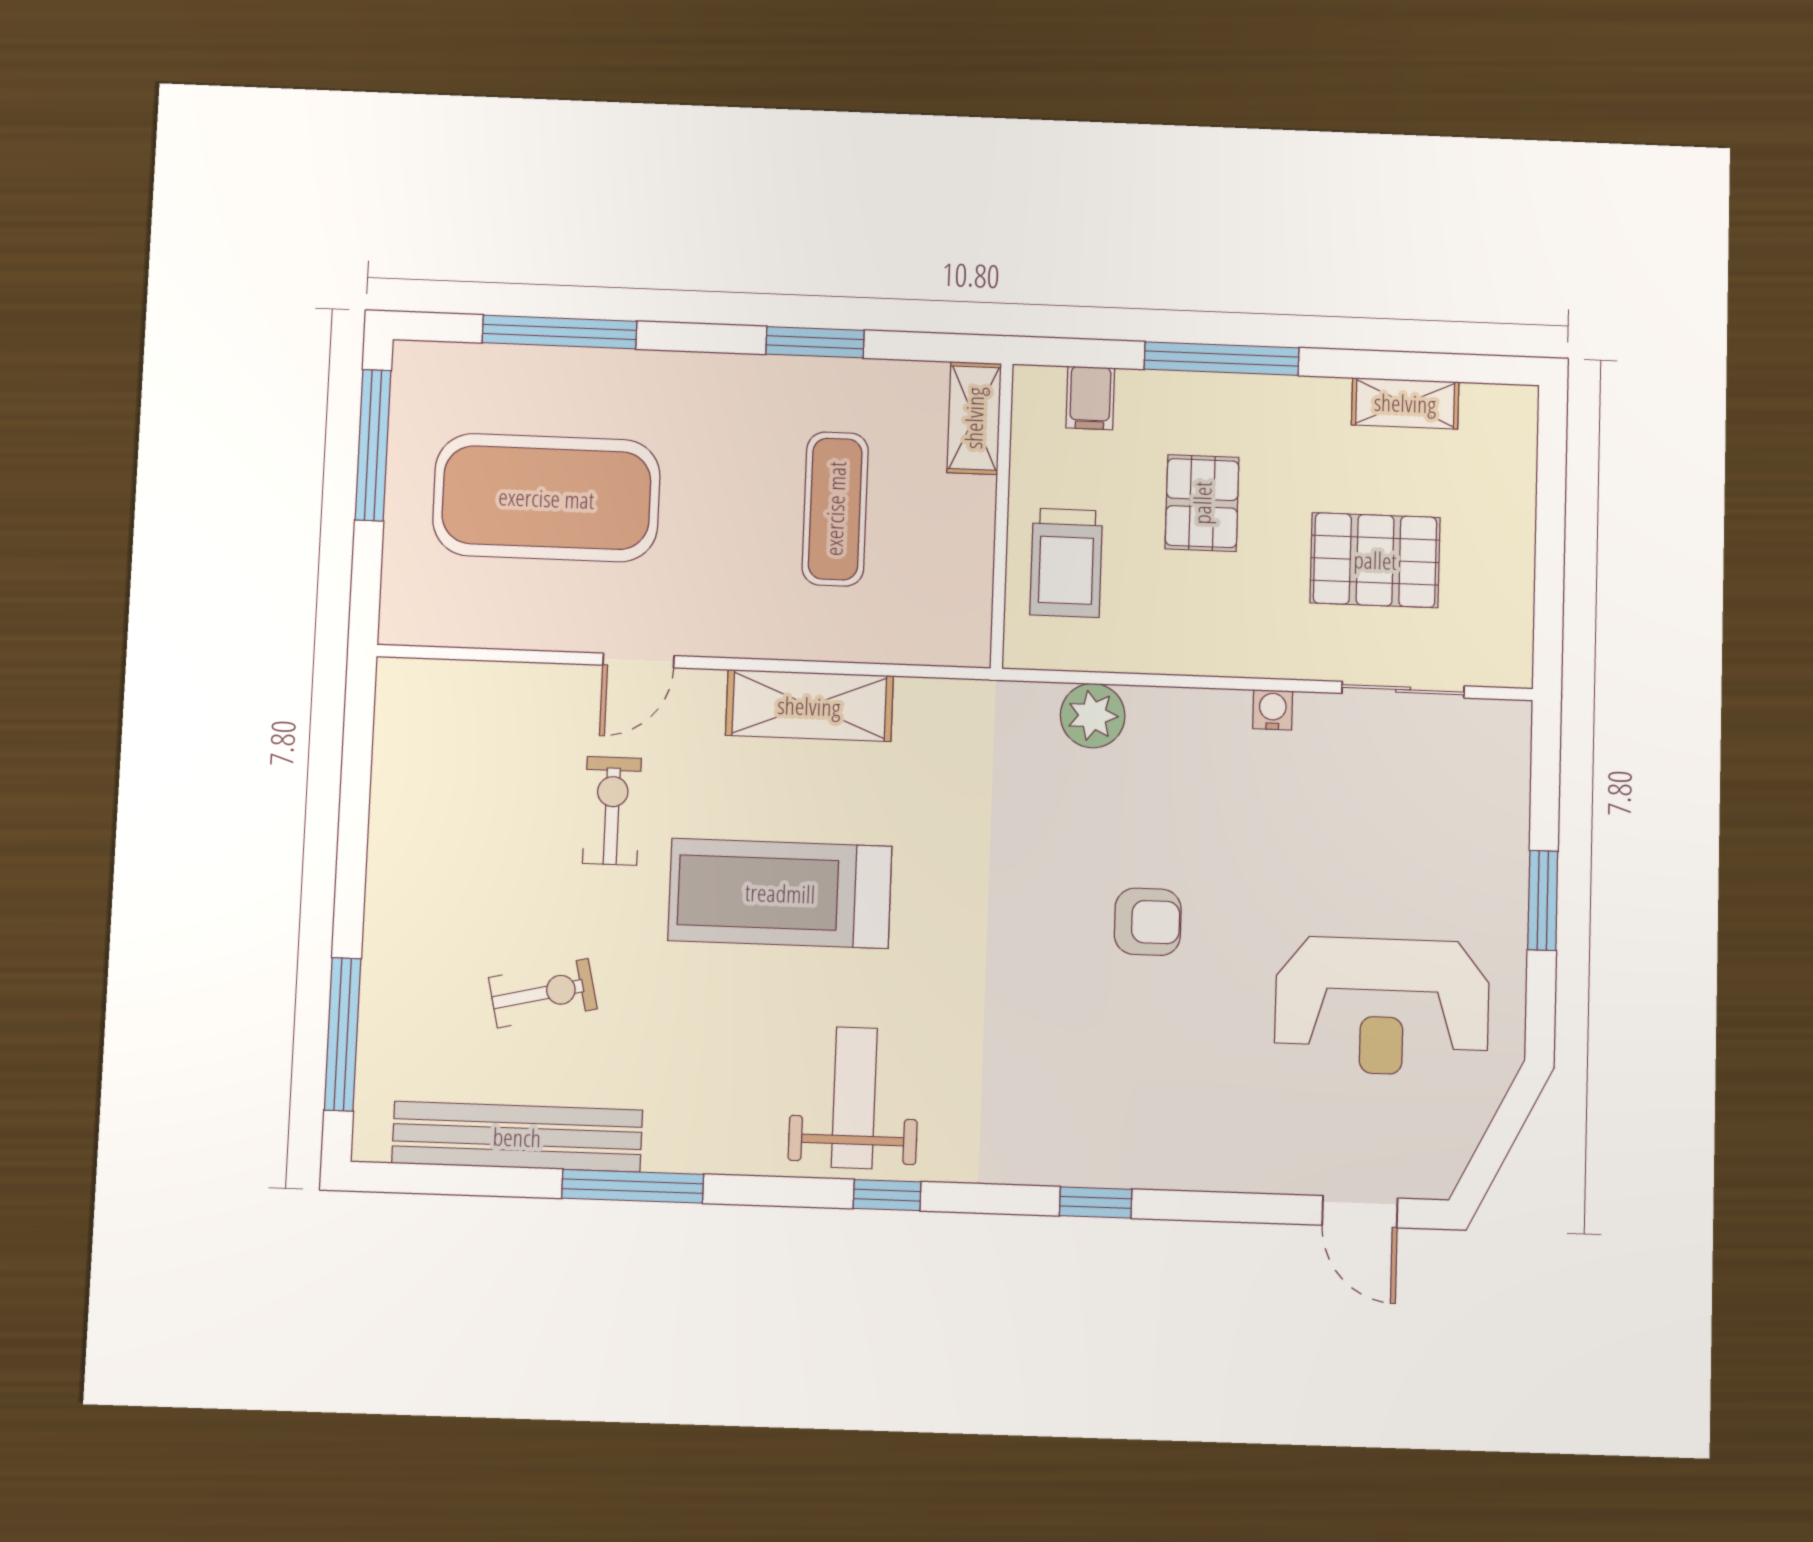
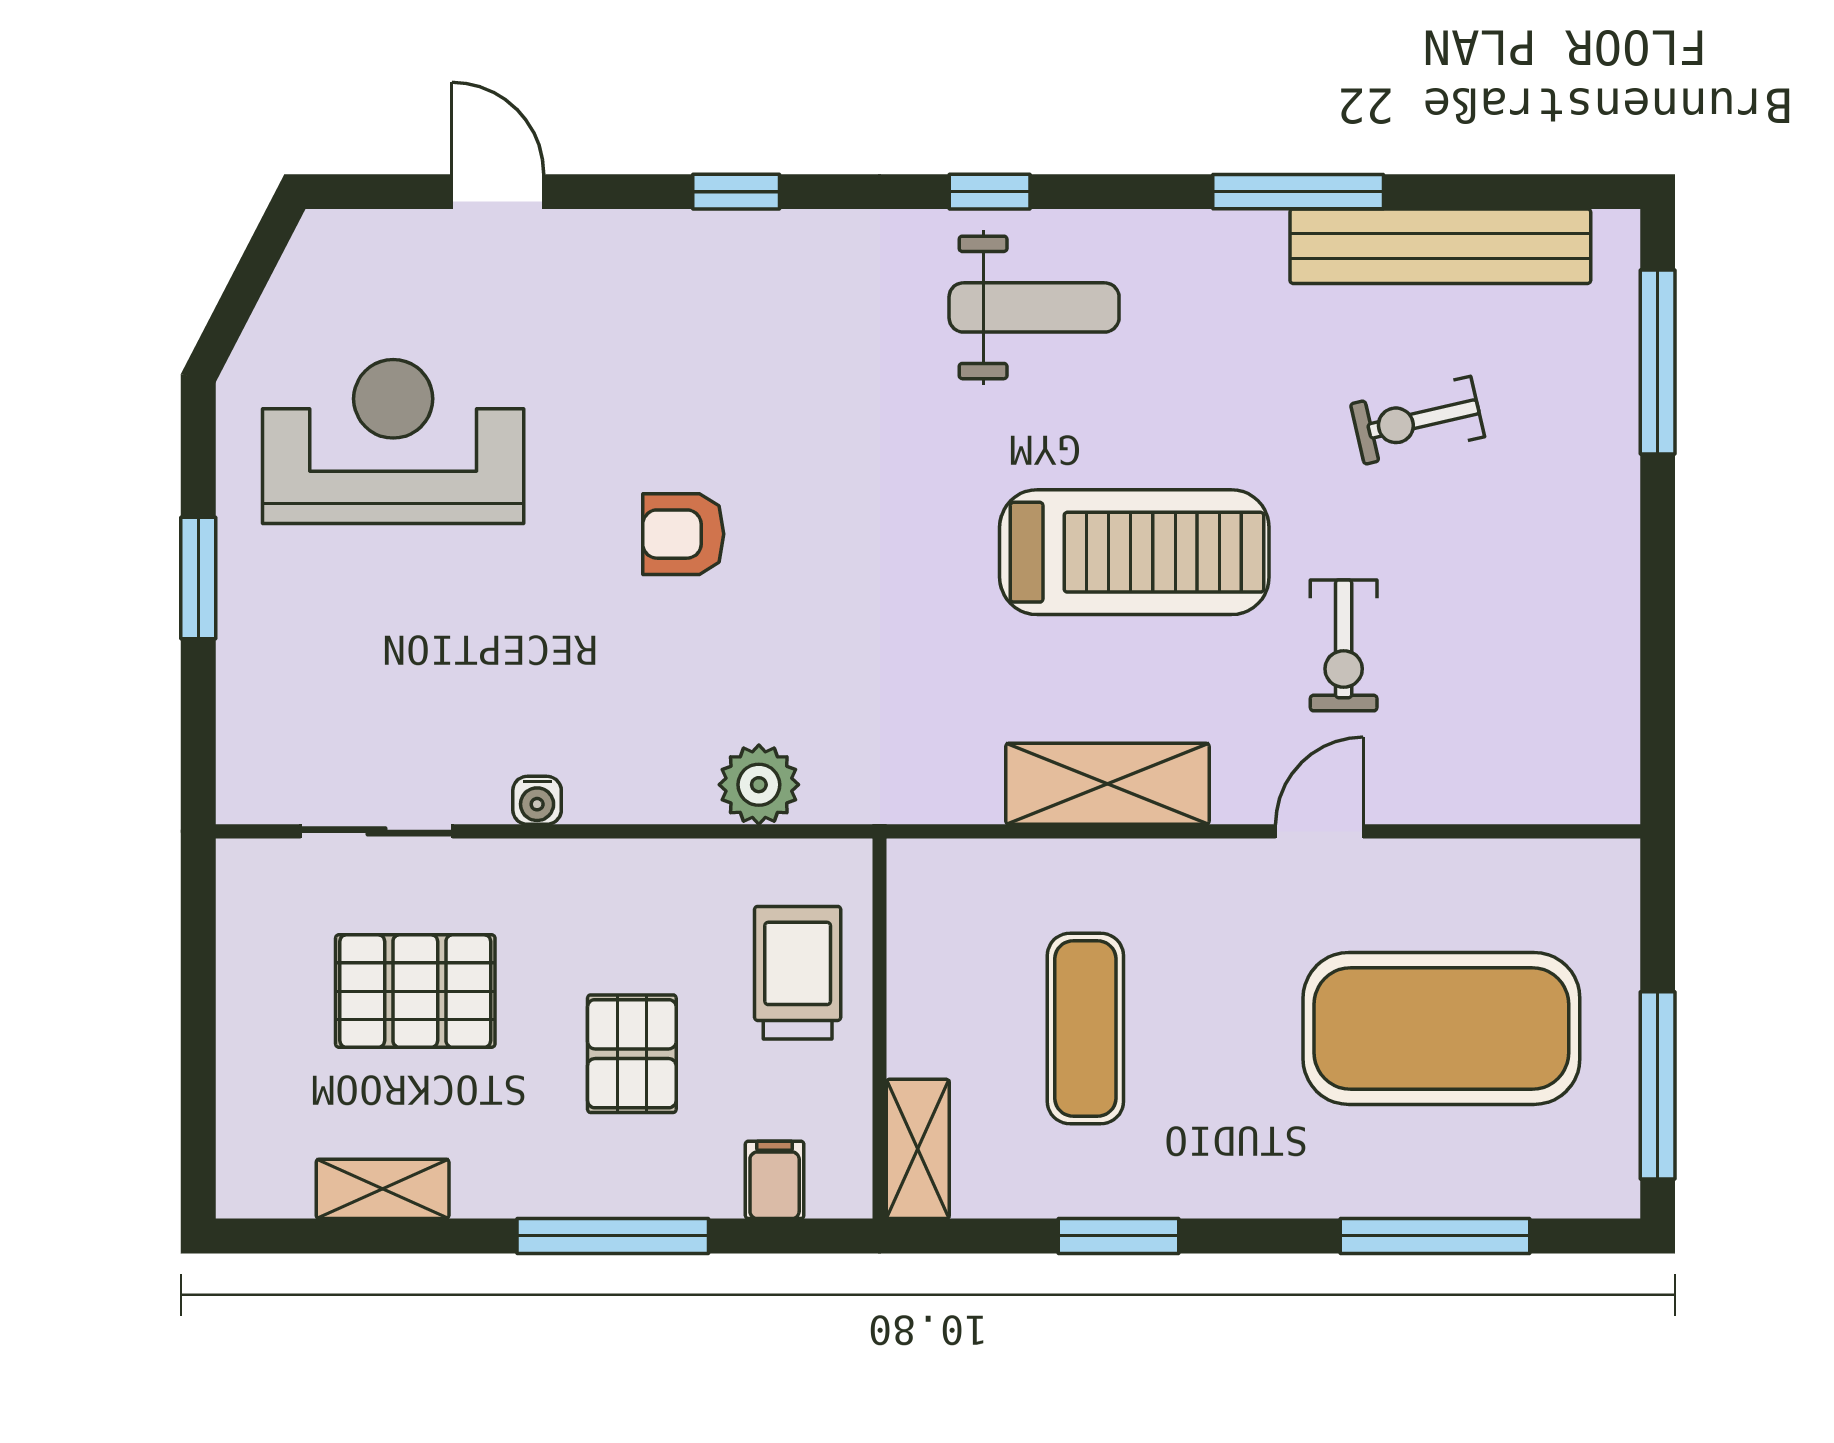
weight bench: (854, 1098) -> (1034, 307), turned -90
door: (1360, 1212) -> (498, 192), moved

